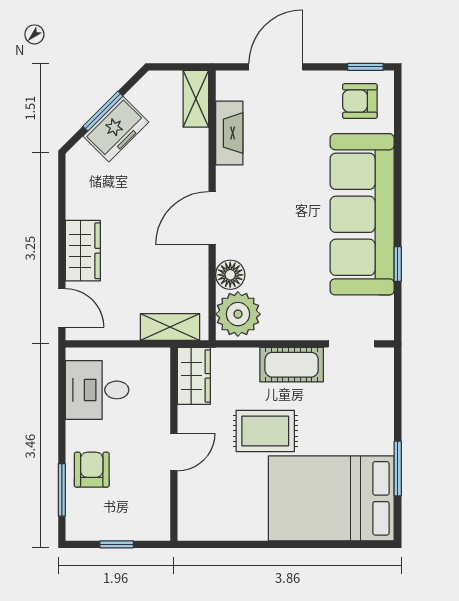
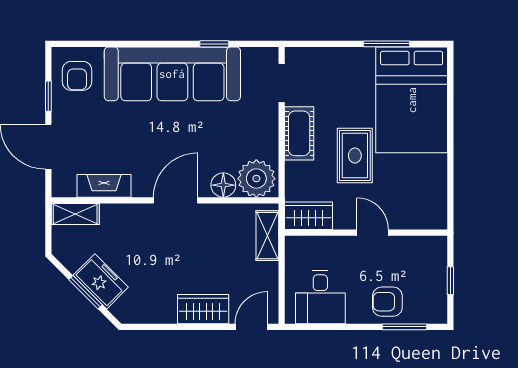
window: (365, 67) -> (48, 96), moved
door: (212, 218) -> (176, 200), swing flipped

